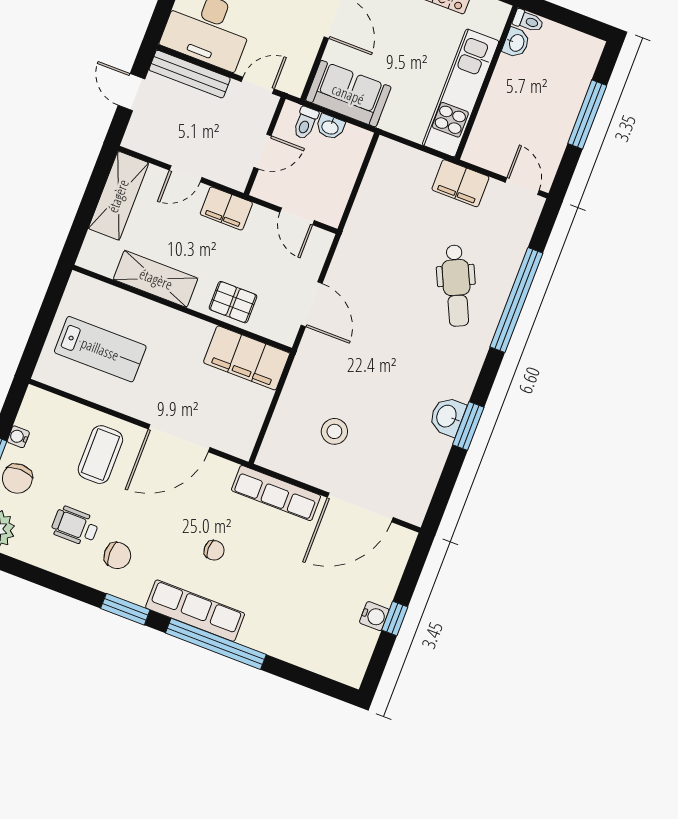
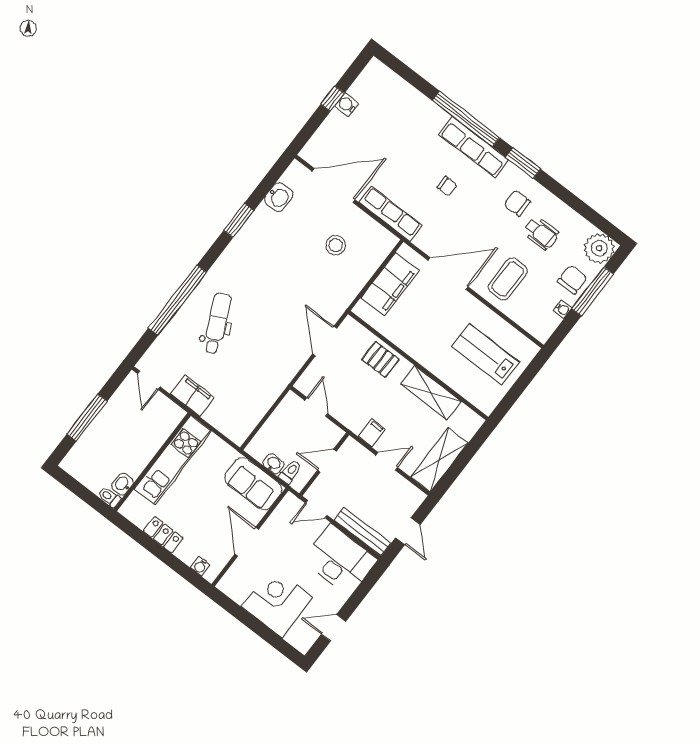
filing cabinet: (226, 208) -> (372, 433), width x0.50
filing cabinet: (247, 358) -> (390, 284), moved, turned 90
washbasin: (447, 416) -> (279, 197), moved
chair: (214, 550) -> (447, 186), turned 180

